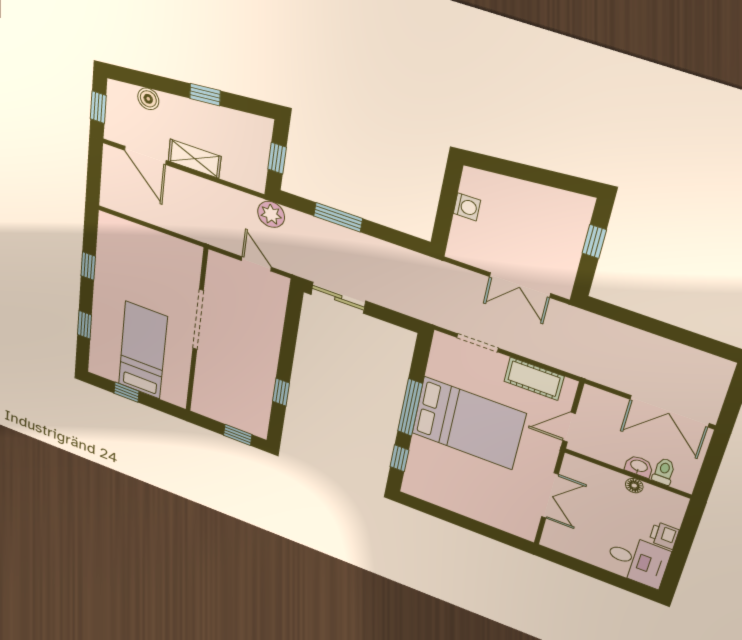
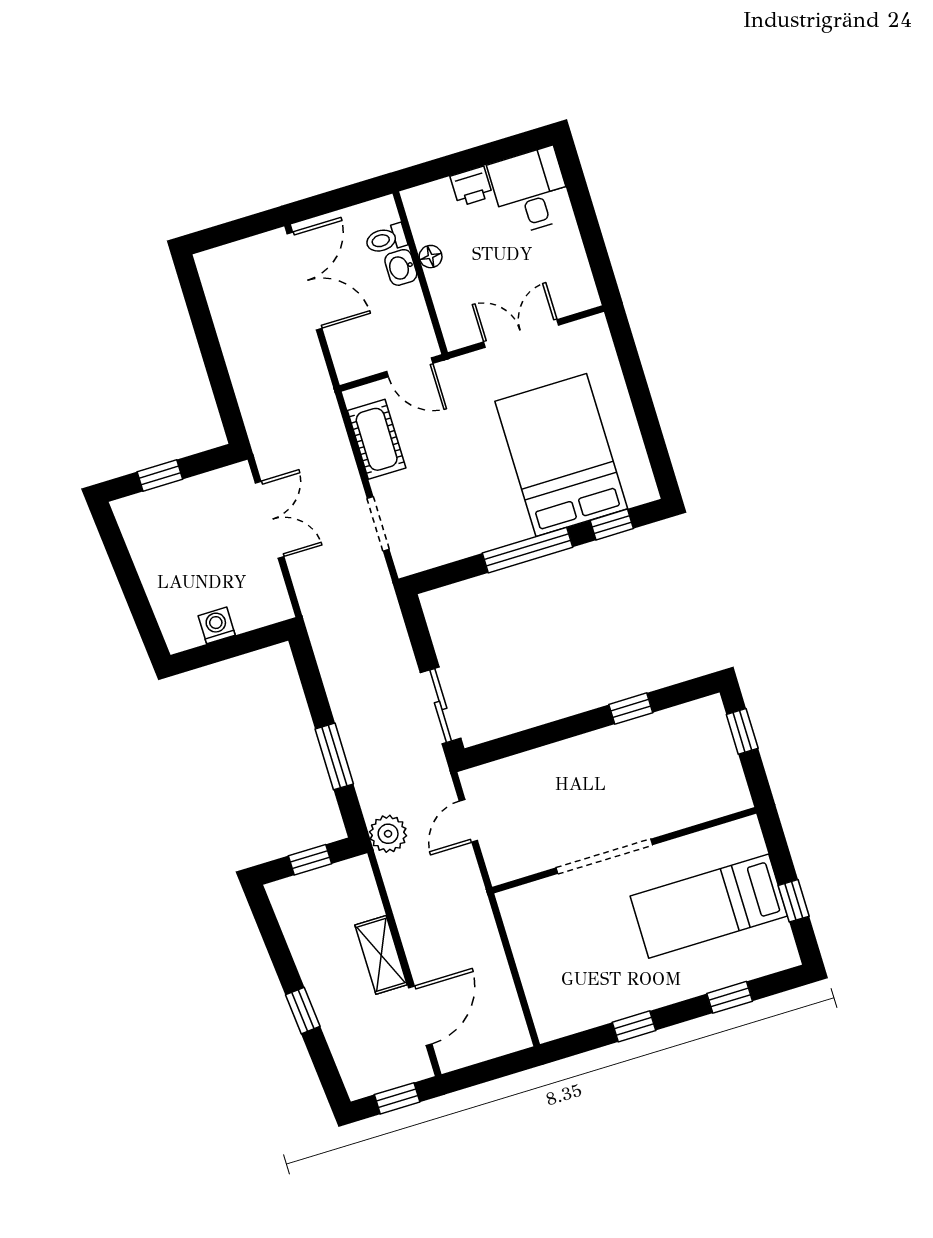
window: (205, 95) -> (303, 1011), moved
boiler: (148, 99) -> (342, 1042), removed
bed: (468, 423) -> (561, 455), moved

